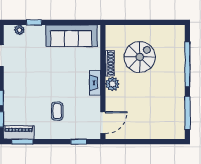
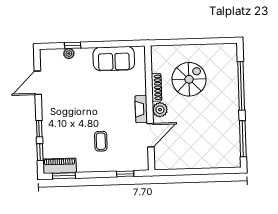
plant: (19, 30) -> (69, 54), moved
sofa: (71, 36) -> (114, 59), width x0.73
door: (103, 123) -> (151, 135), moved

